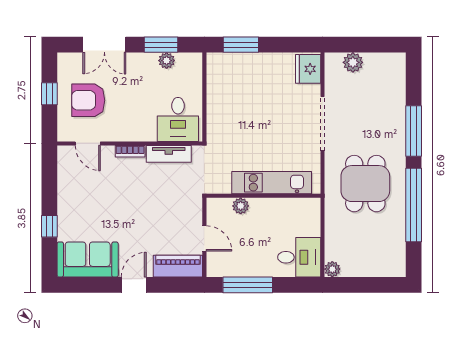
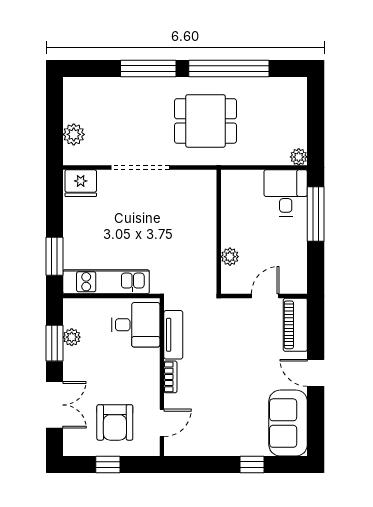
kitchen unit: (272, 183) -> (106, 282), moved, turned 90
window: (248, 285) -> (316, 214), moved

